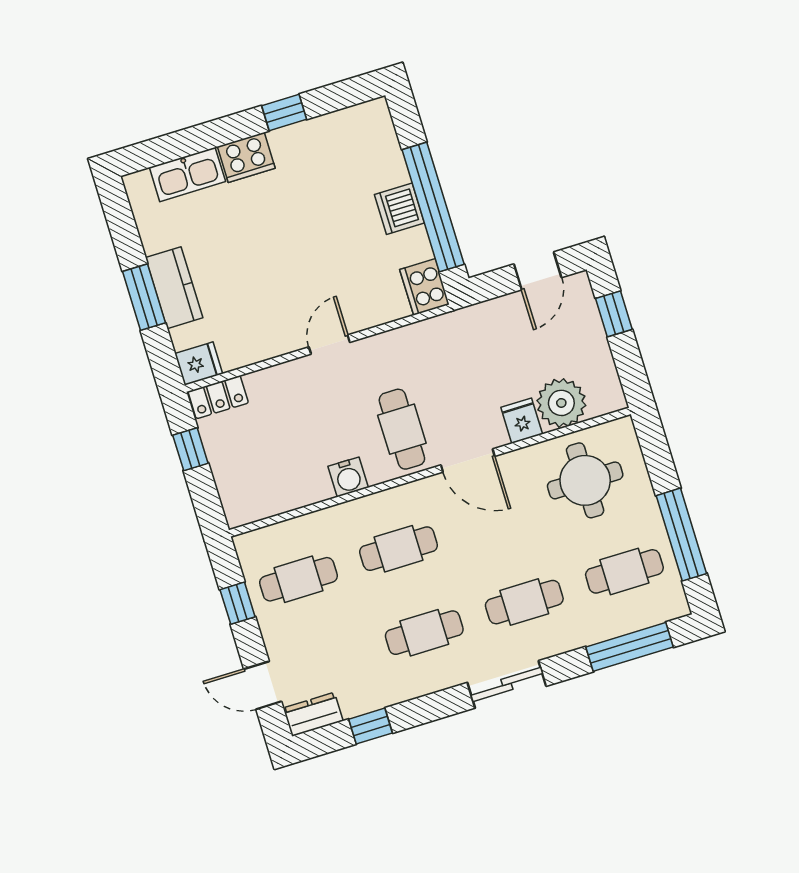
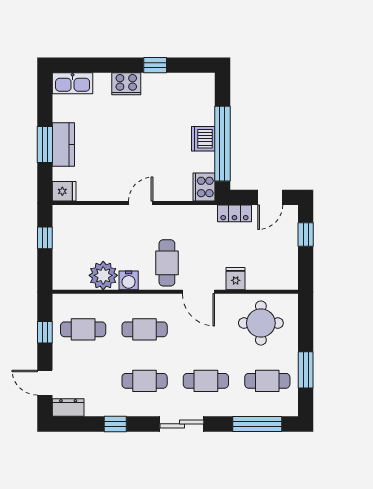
kitchen sink: (187, 174) -> (73, 83), moved
locker: (218, 397) -> (234, 213), moved
plant: (561, 403) -> (103, 275), moved
window: (681, 535) -> (306, 370), width x0.69
window: (371, 726) -> (115, 424), moved

